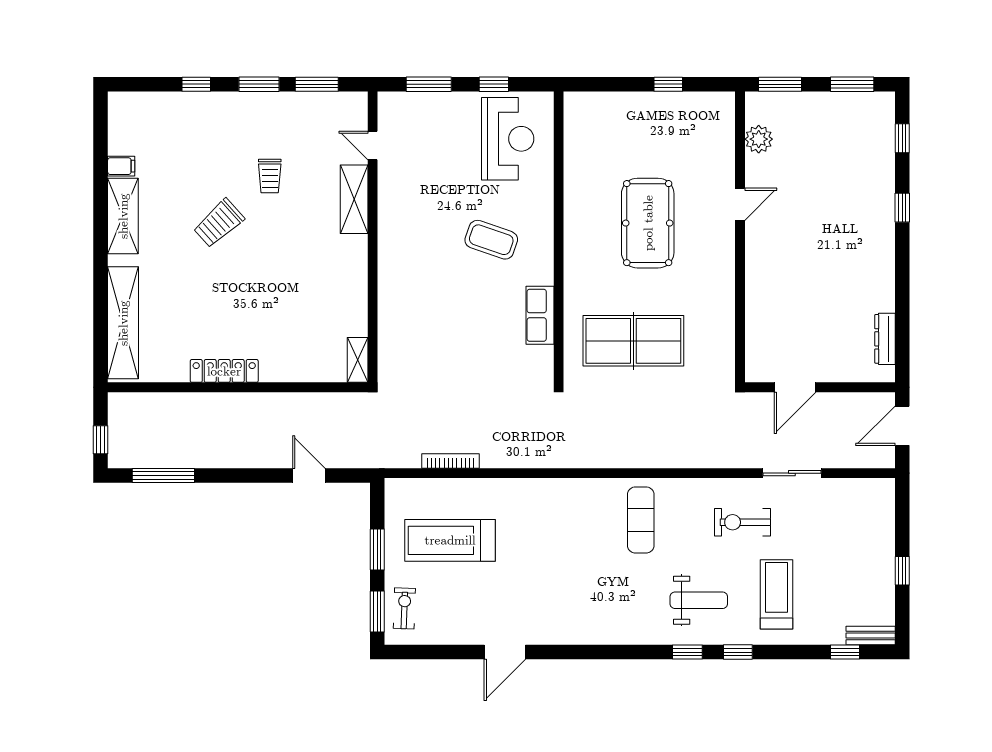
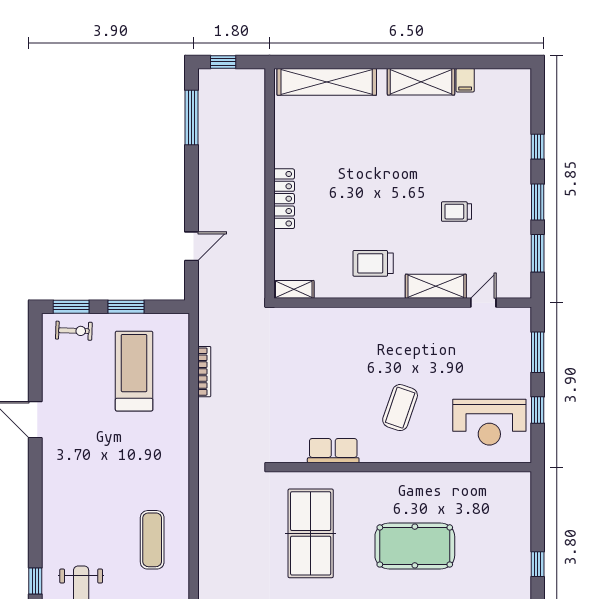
trolley: (219, 223) -> (373, 263), moved, turned -48
locker: (224, 371) -> (284, 199), moved
exercise mat: (641, 520) -> (152, 540), turned 90

